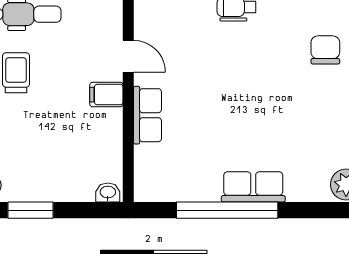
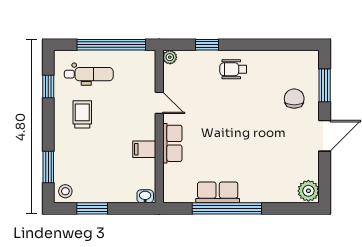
filing cabinet: (106, 95) -> (144, 149), moved
row of seats: (253, 187) -> (218, 192), moved

